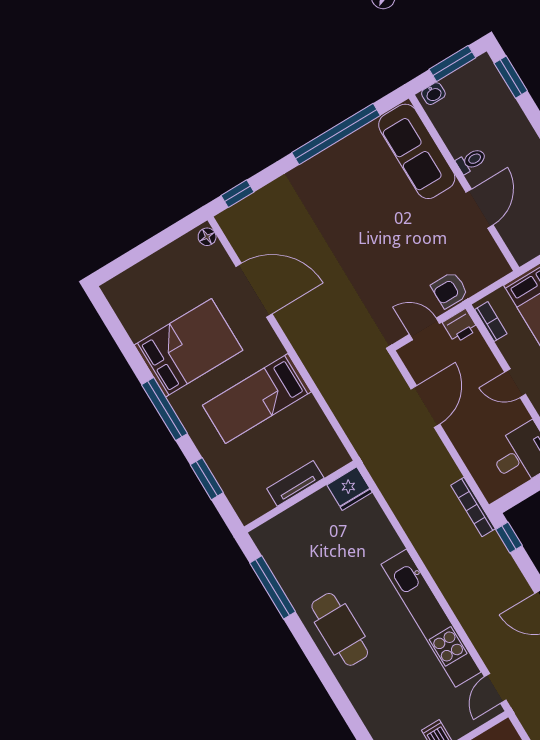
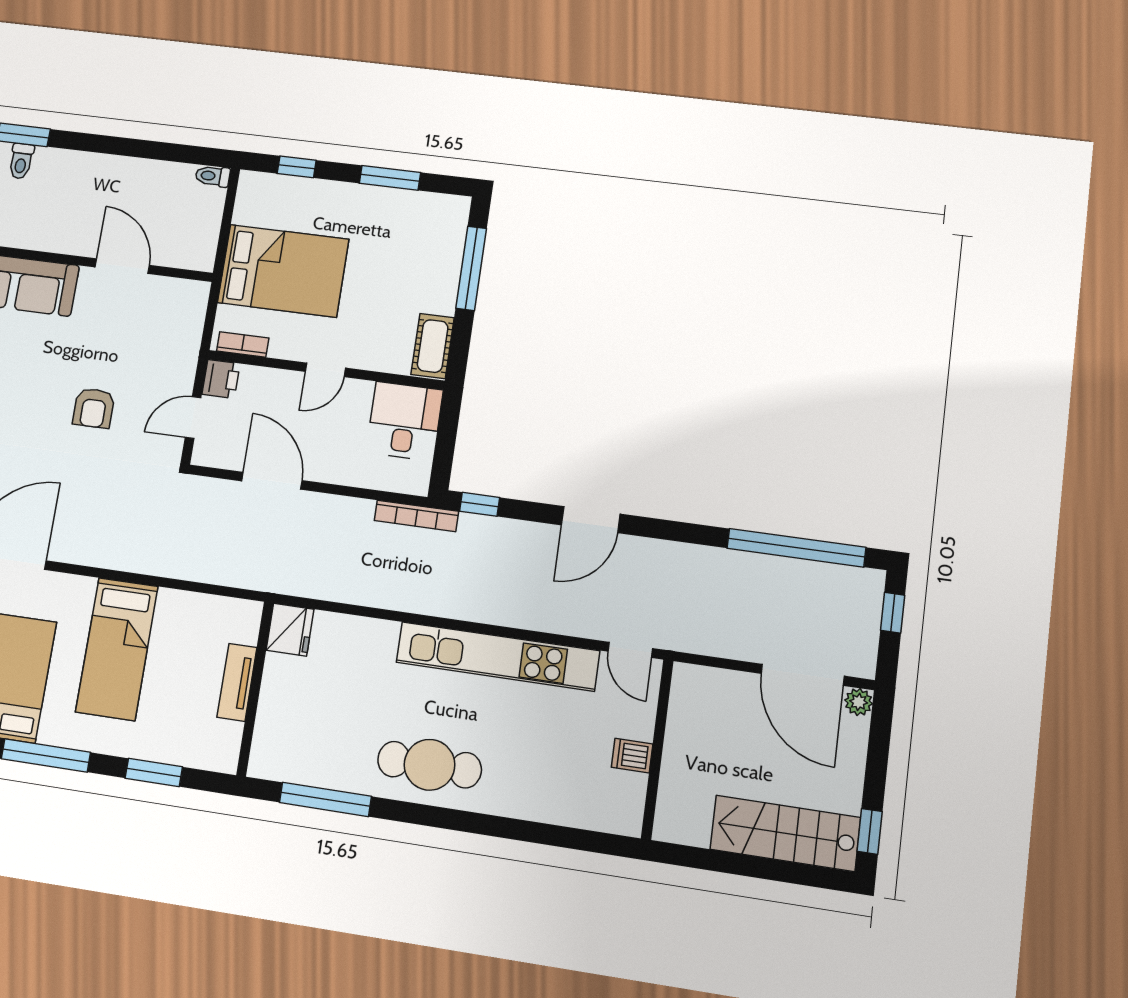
toilet: (471, 161) -> (21, 161), moved, turned 180
armchair: (450, 290) -> (94, 408), moved

